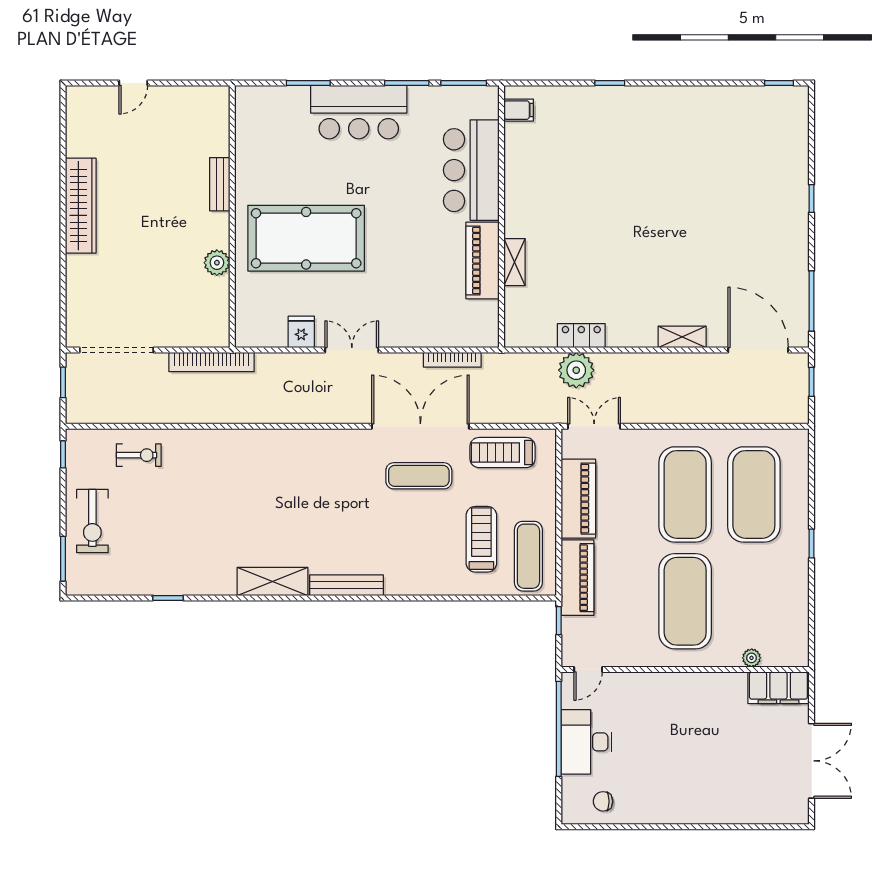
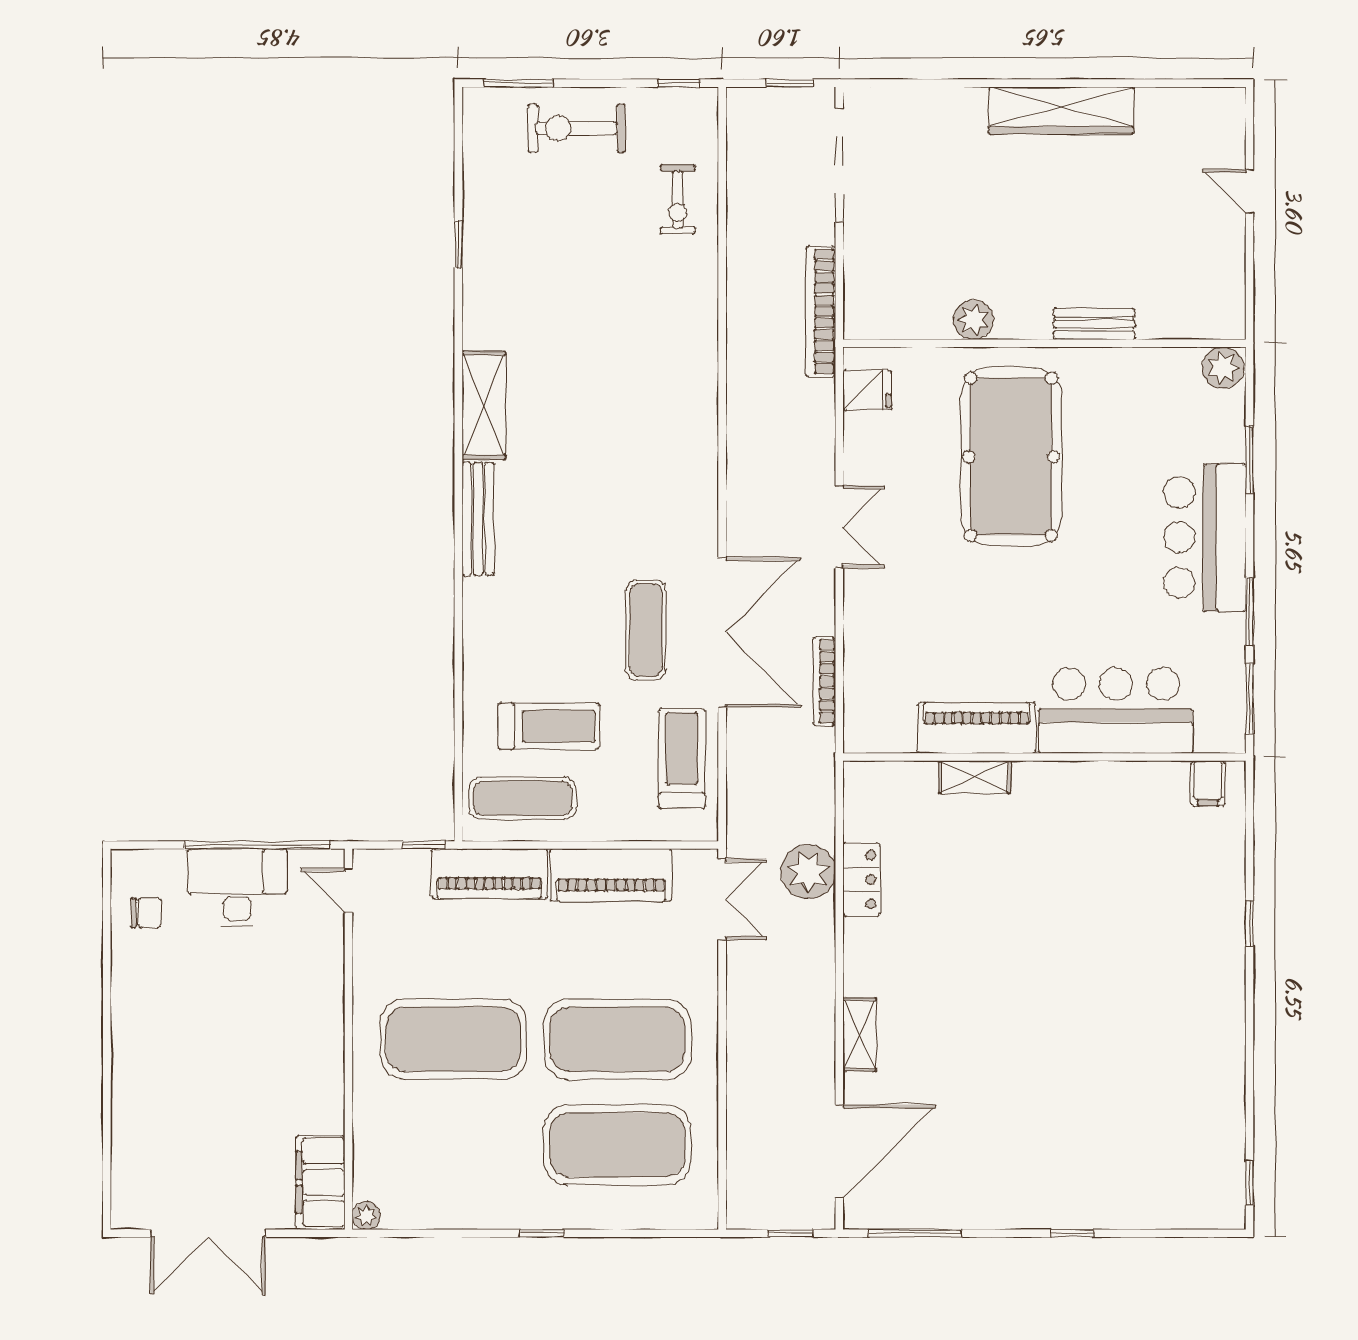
plant: (248, 100) -> (1223, 368), added
fridge: (301, 332) -> (867, 390), moved
plant: (752, 658) -> (366, 1215), moved
chair: (603, 801) -> (146, 913), turned 90

